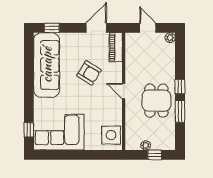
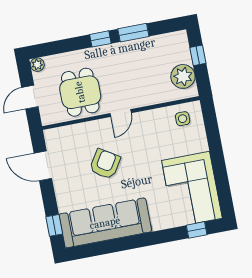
piano: (116, 47) -> (64, 135), removed
dining table: (156, 101) -> (80, 92), moved, turned 90
side table: (111, 135) -> (183, 119), width x0.54, depth x0.54
plant: (146, 145) -> (183, 76), width x1.87, depth x1.87

